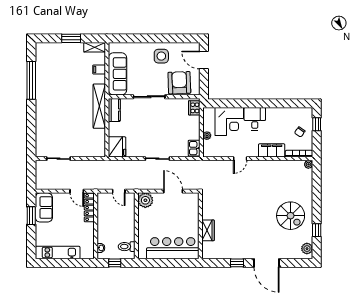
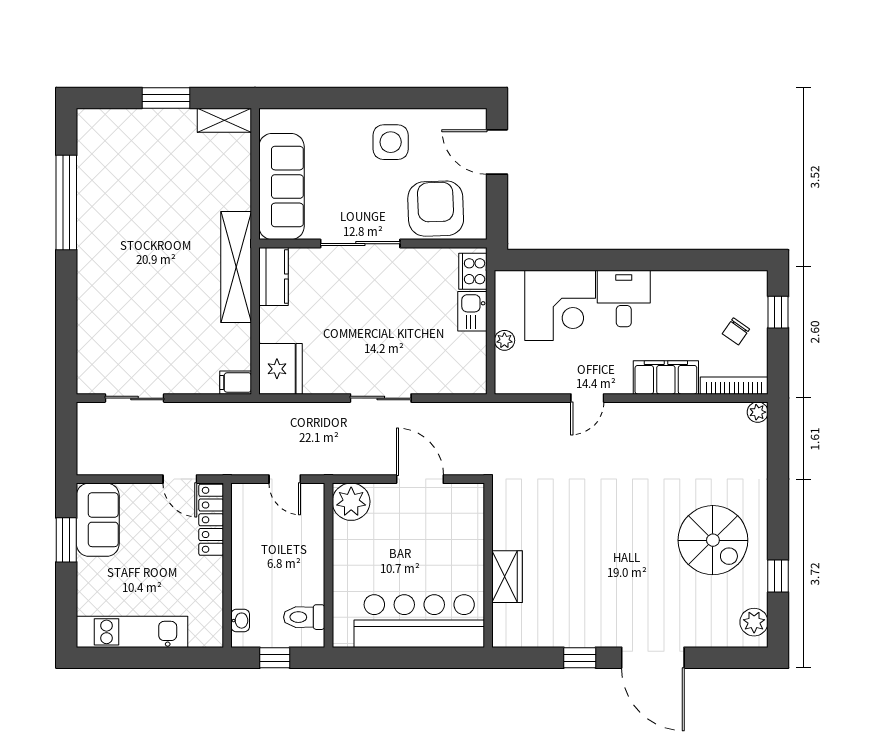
filing cabinet: (99, 70) -> (236, 383), moved
kitchen sink: (194, 148) -> (472, 311), moved

